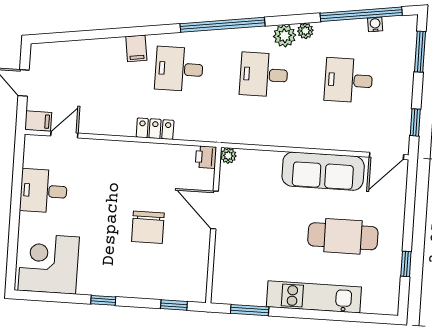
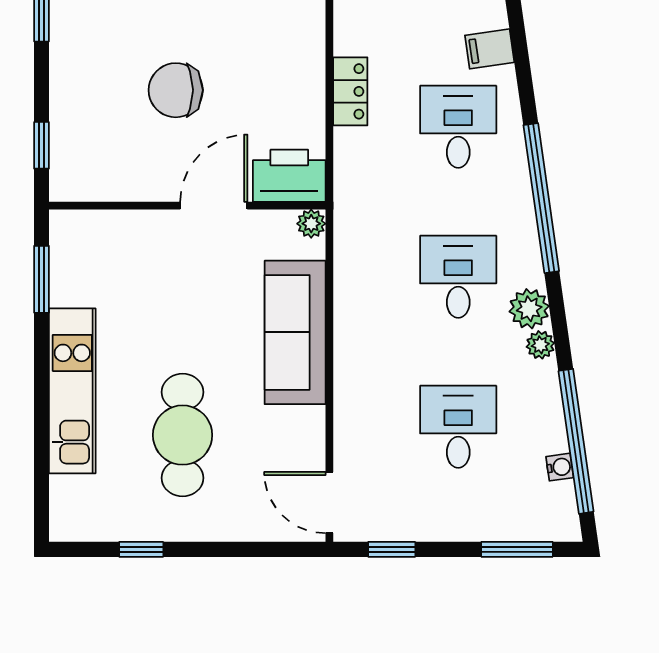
printer: (206, 157) -> (289, 176), width x1.87, depth x1.48
sofa: (323, 171) -> (295, 332), moved

